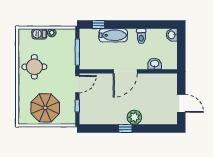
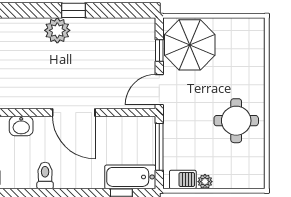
barbecue: (39, 34) -> (183, 179), moved
bathtub: (113, 35) -> (130, 177), moved
door: (125, 71) -> (74, 112), swing flipped
parasol: (45, 108) -> (190, 45), moved

